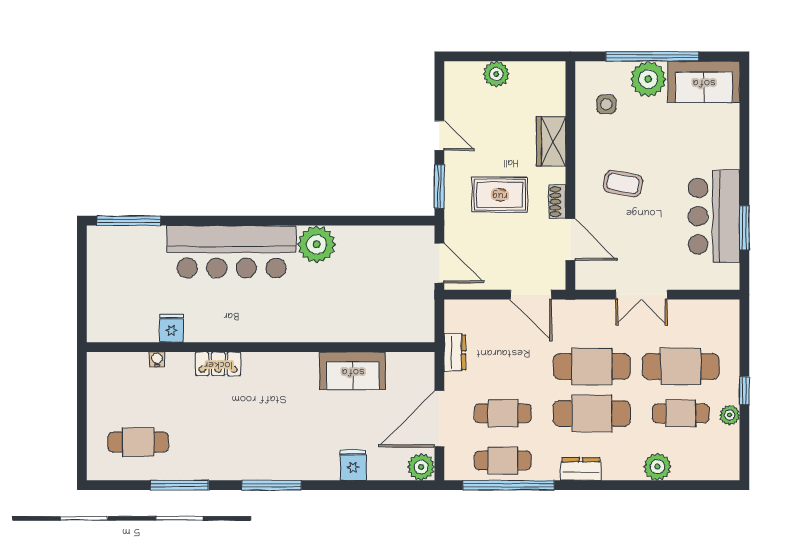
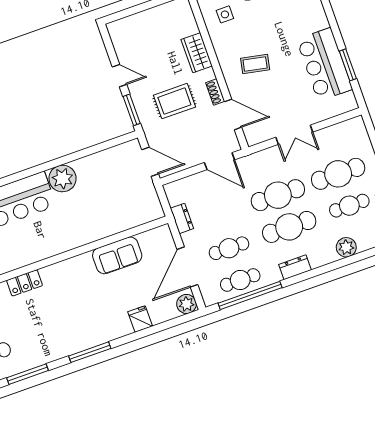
plant: (496, 74) -> (143, 20), removed

